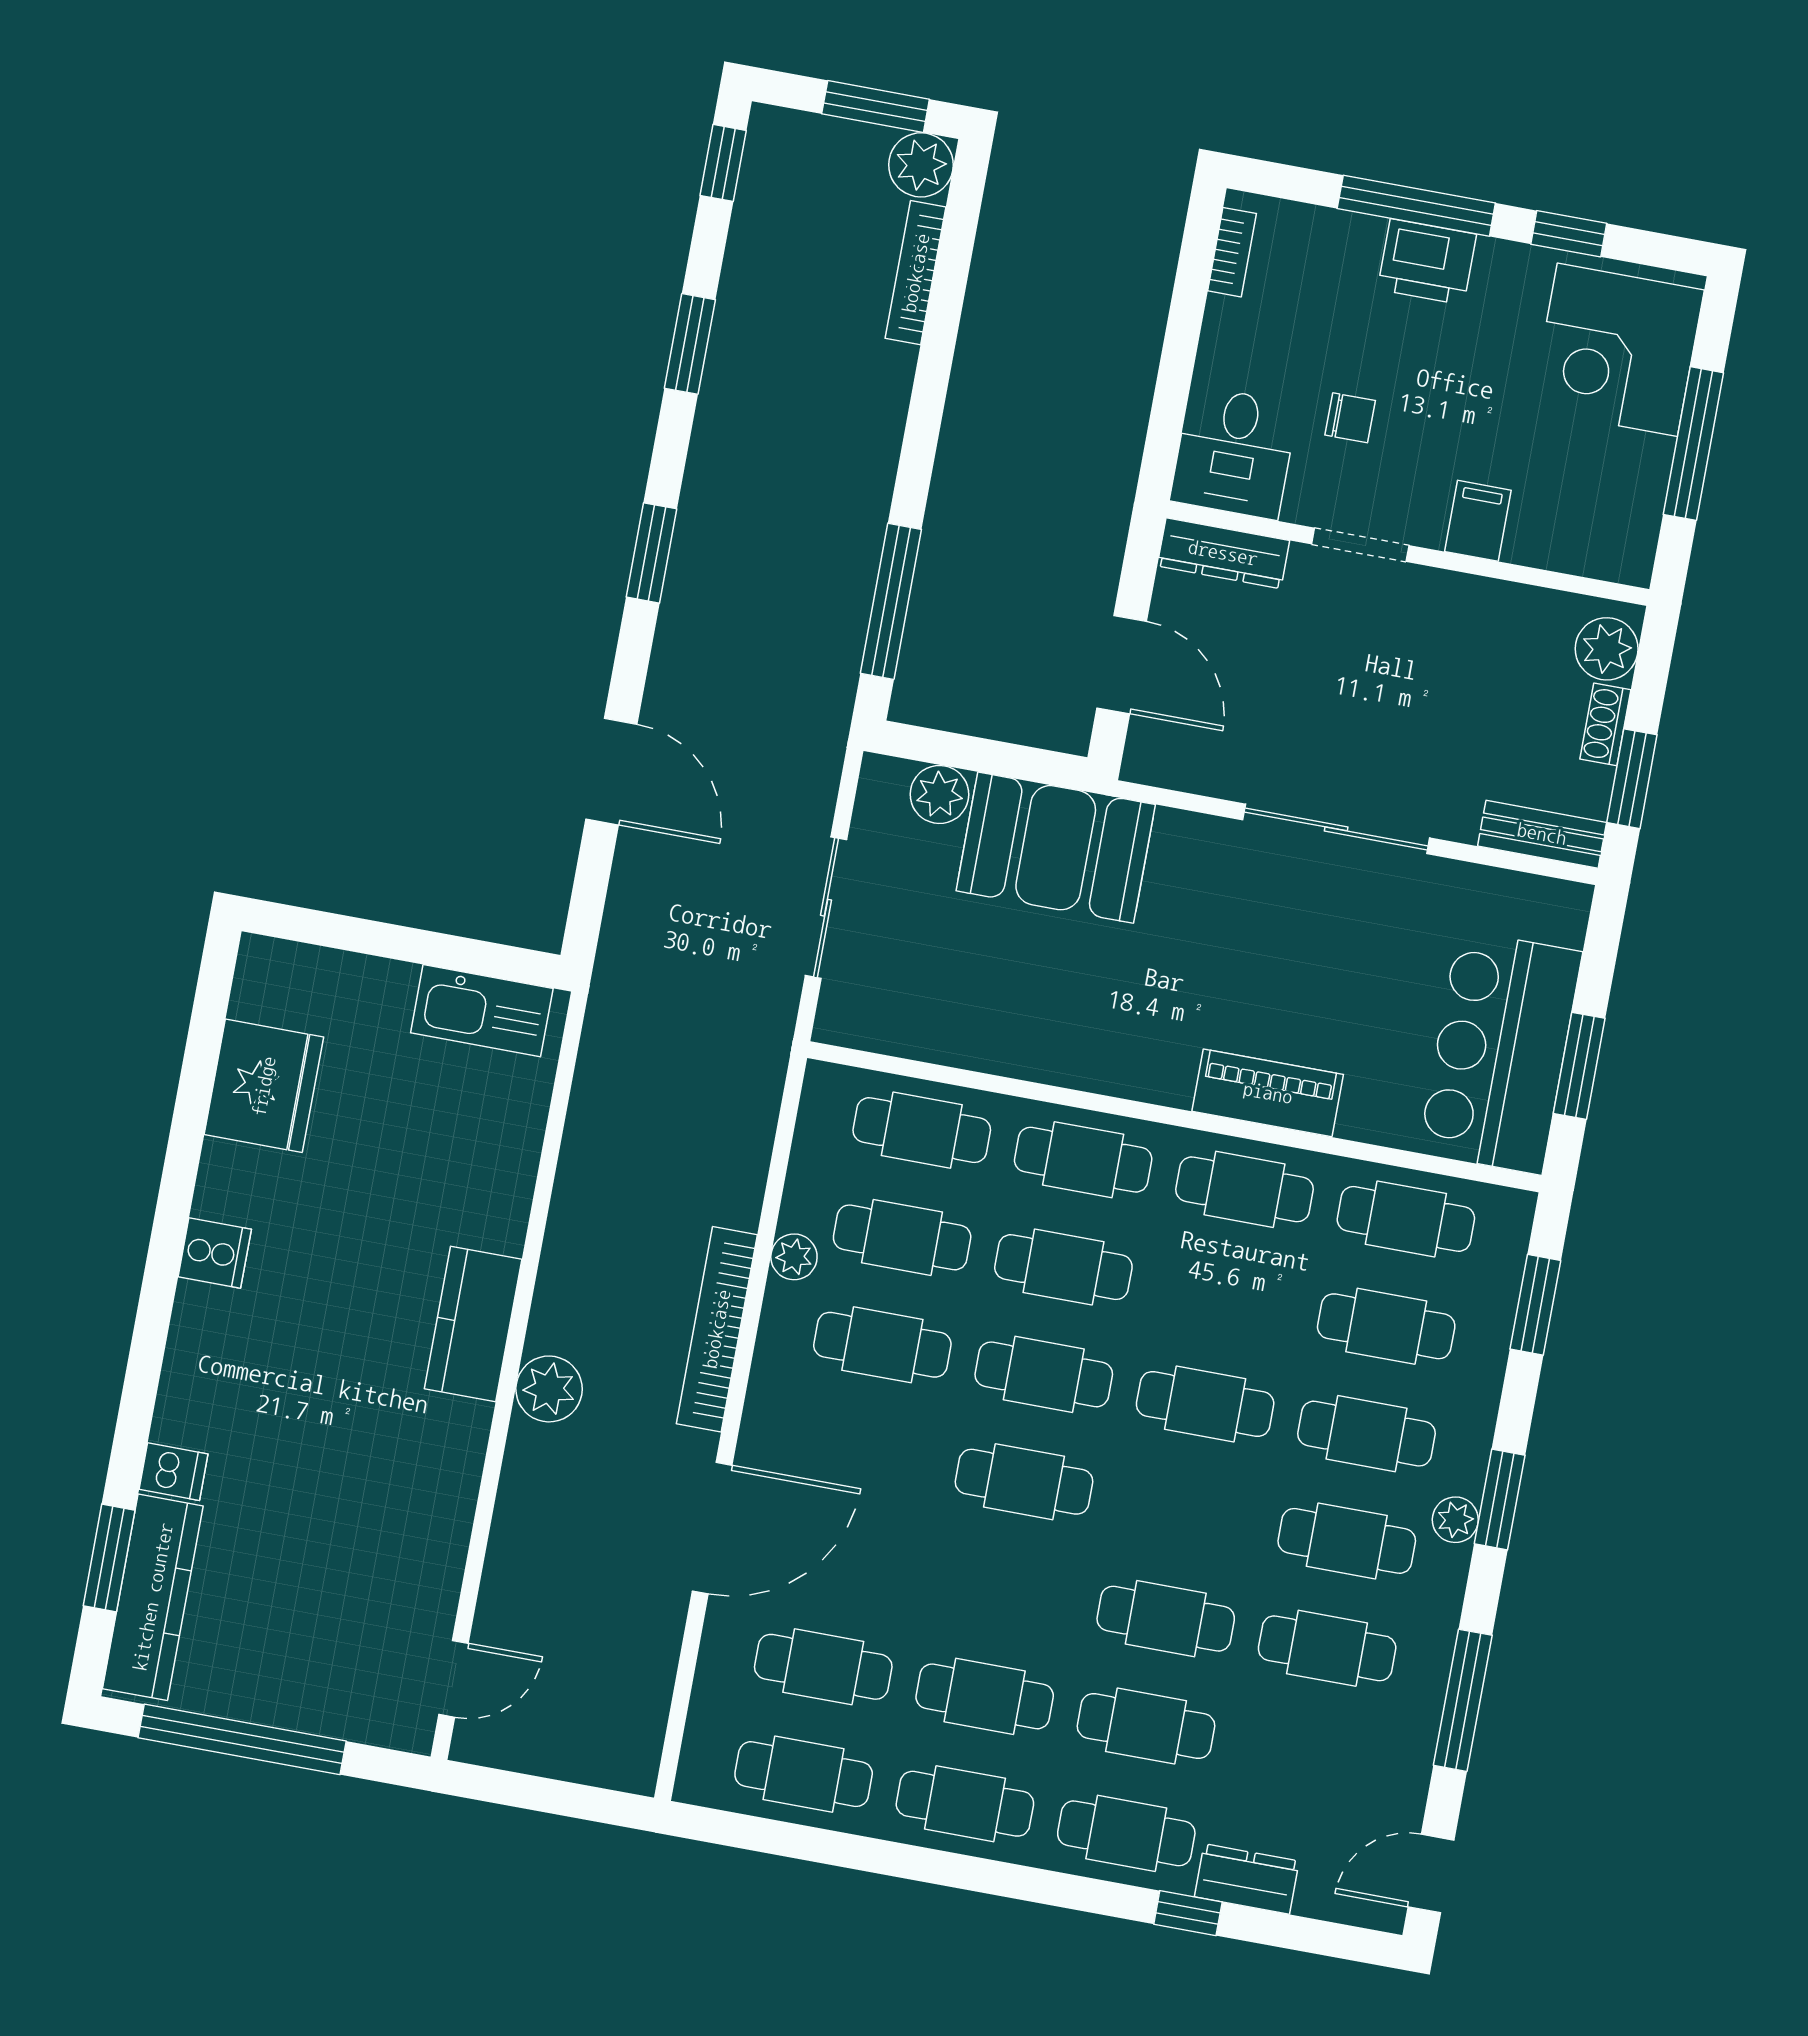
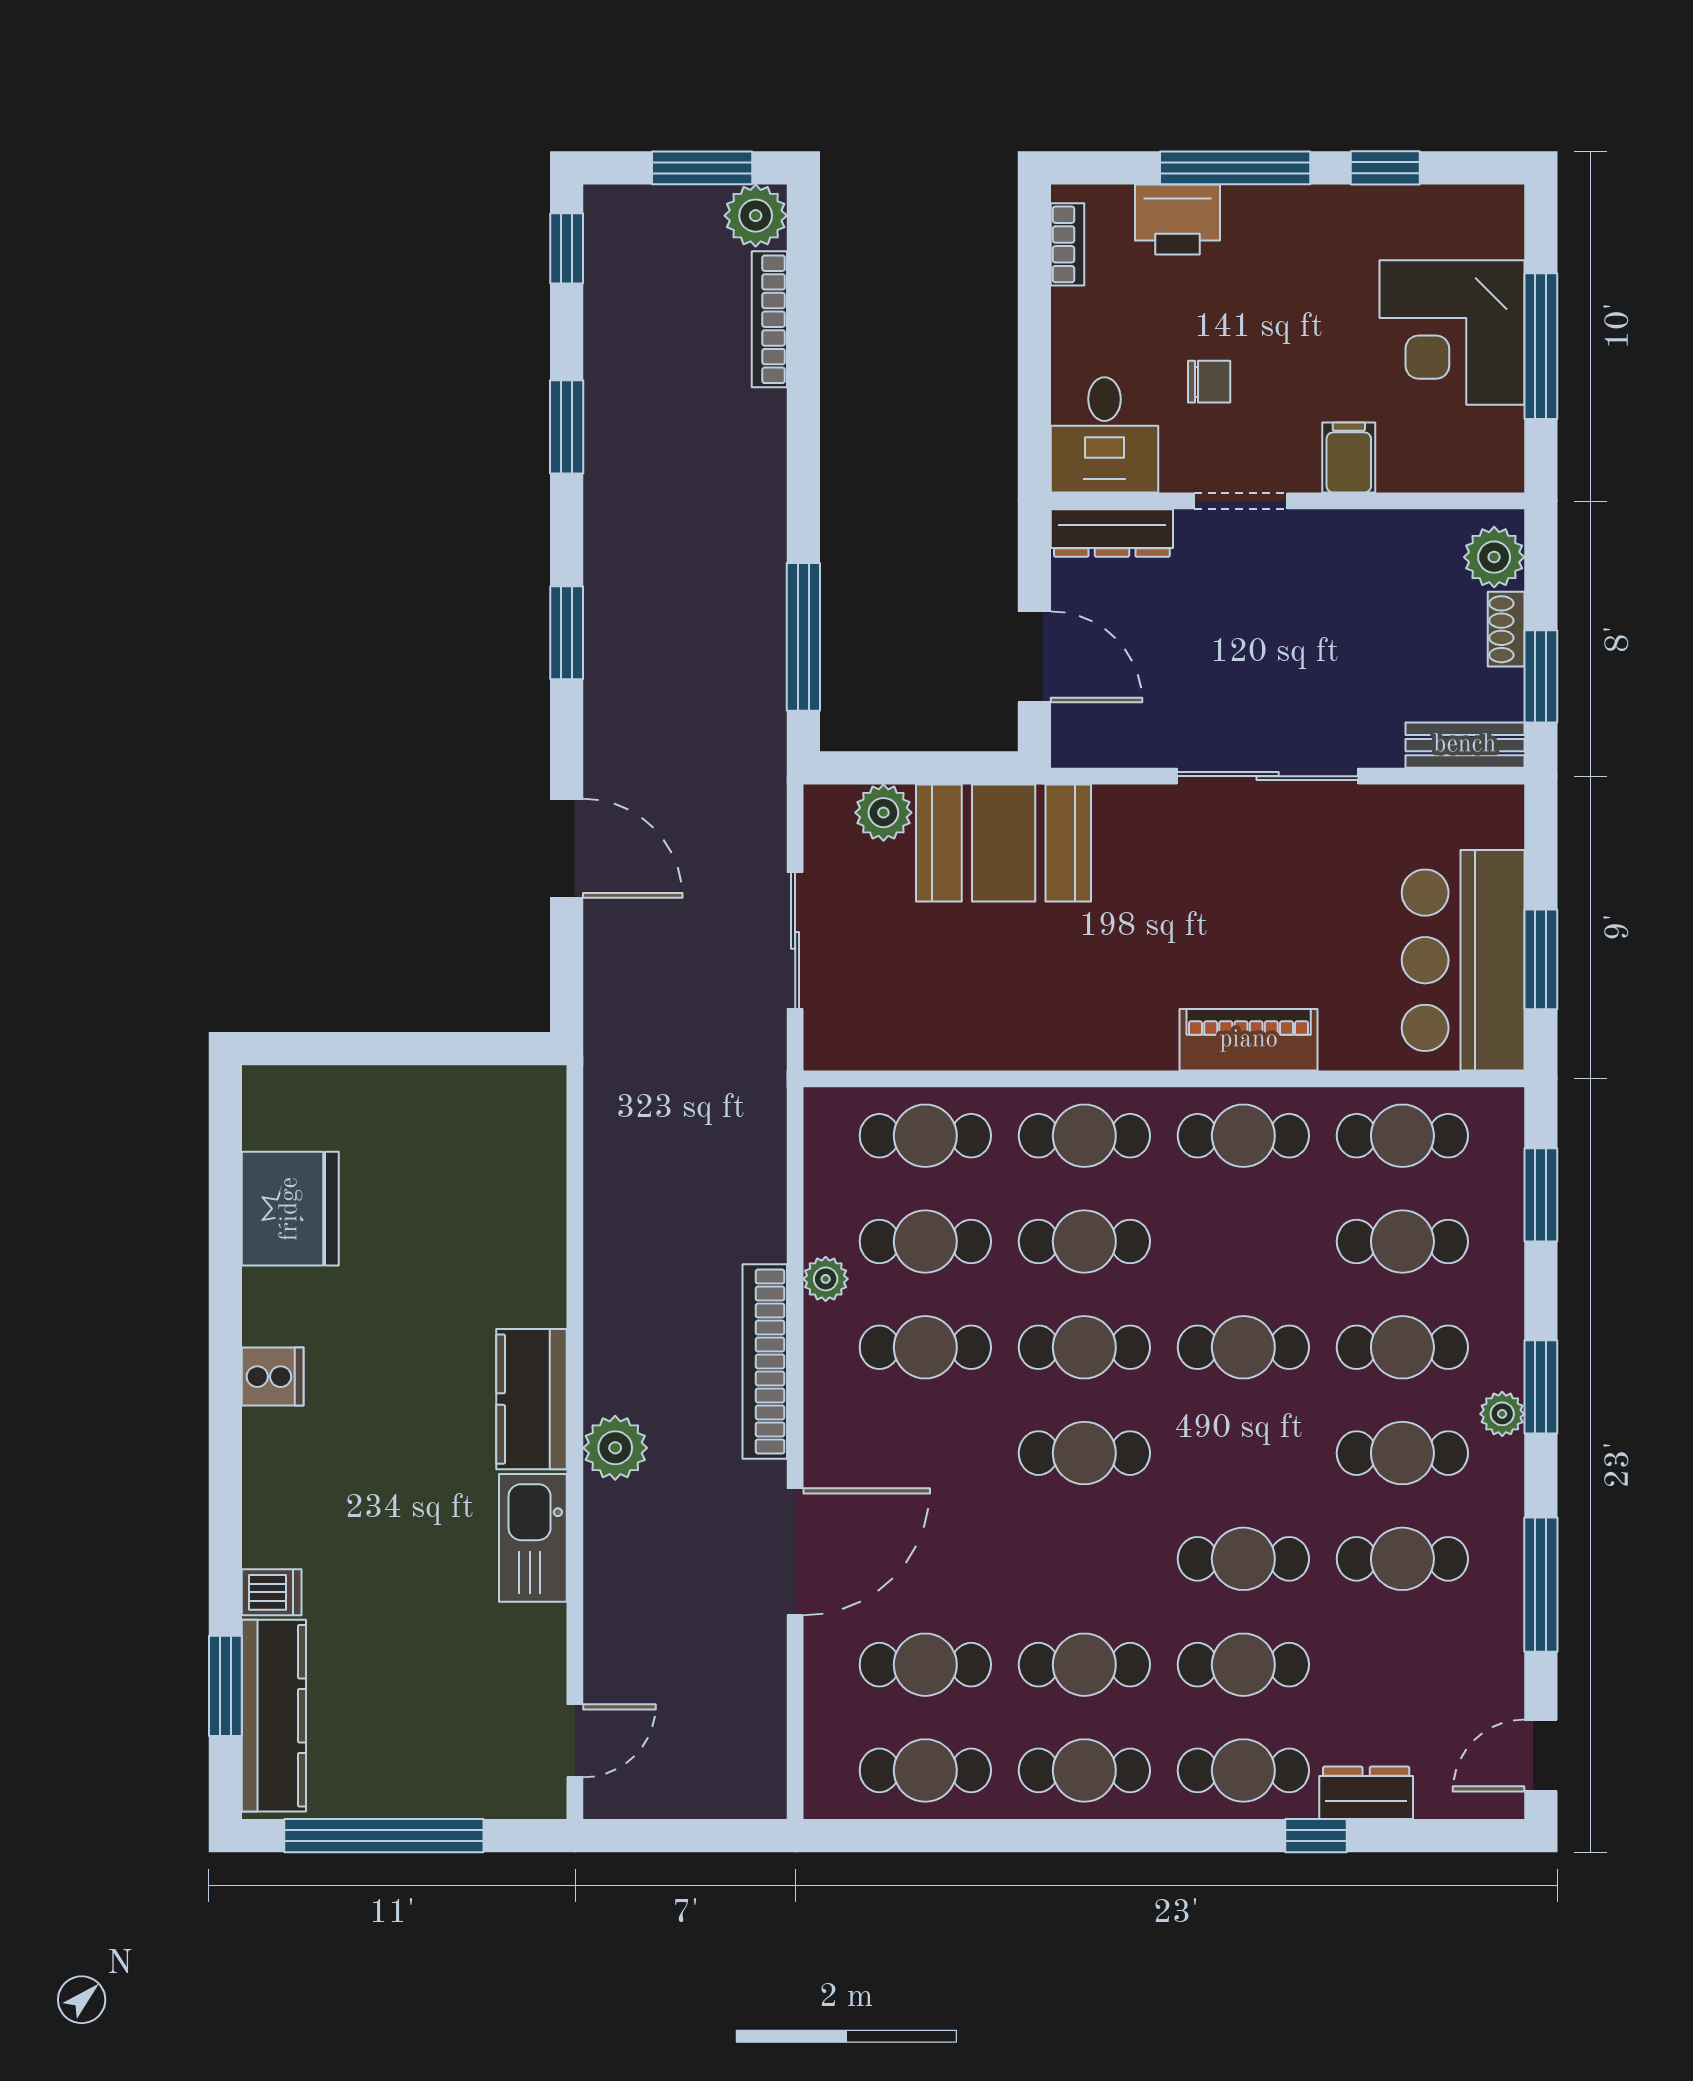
printer: (1427, 262) -> (1177, 219), moved
corner desk: (1617, 350) -> (1452, 333), moved
kitchen sink: (482, 1011) -> (533, 1538), moved, turned 90

